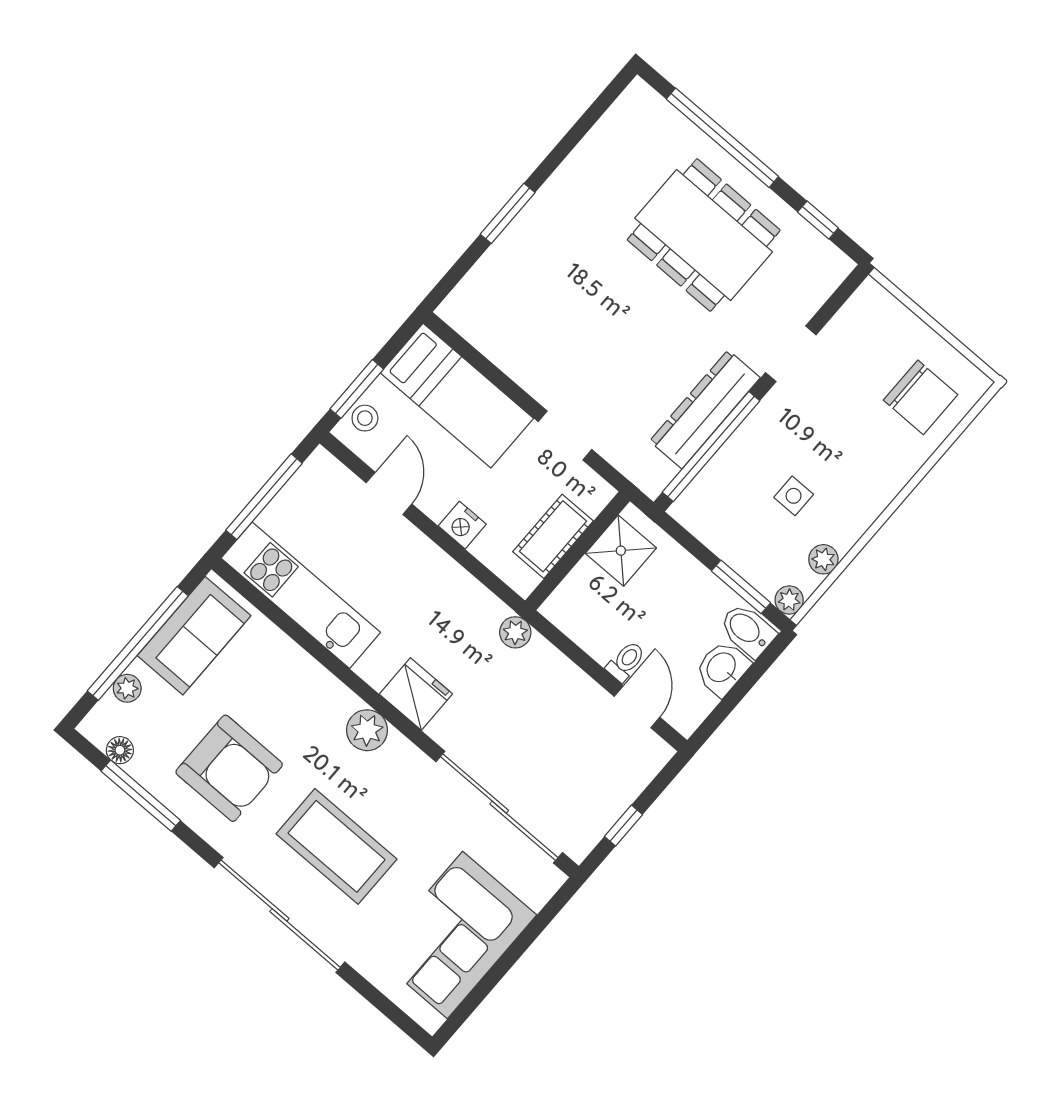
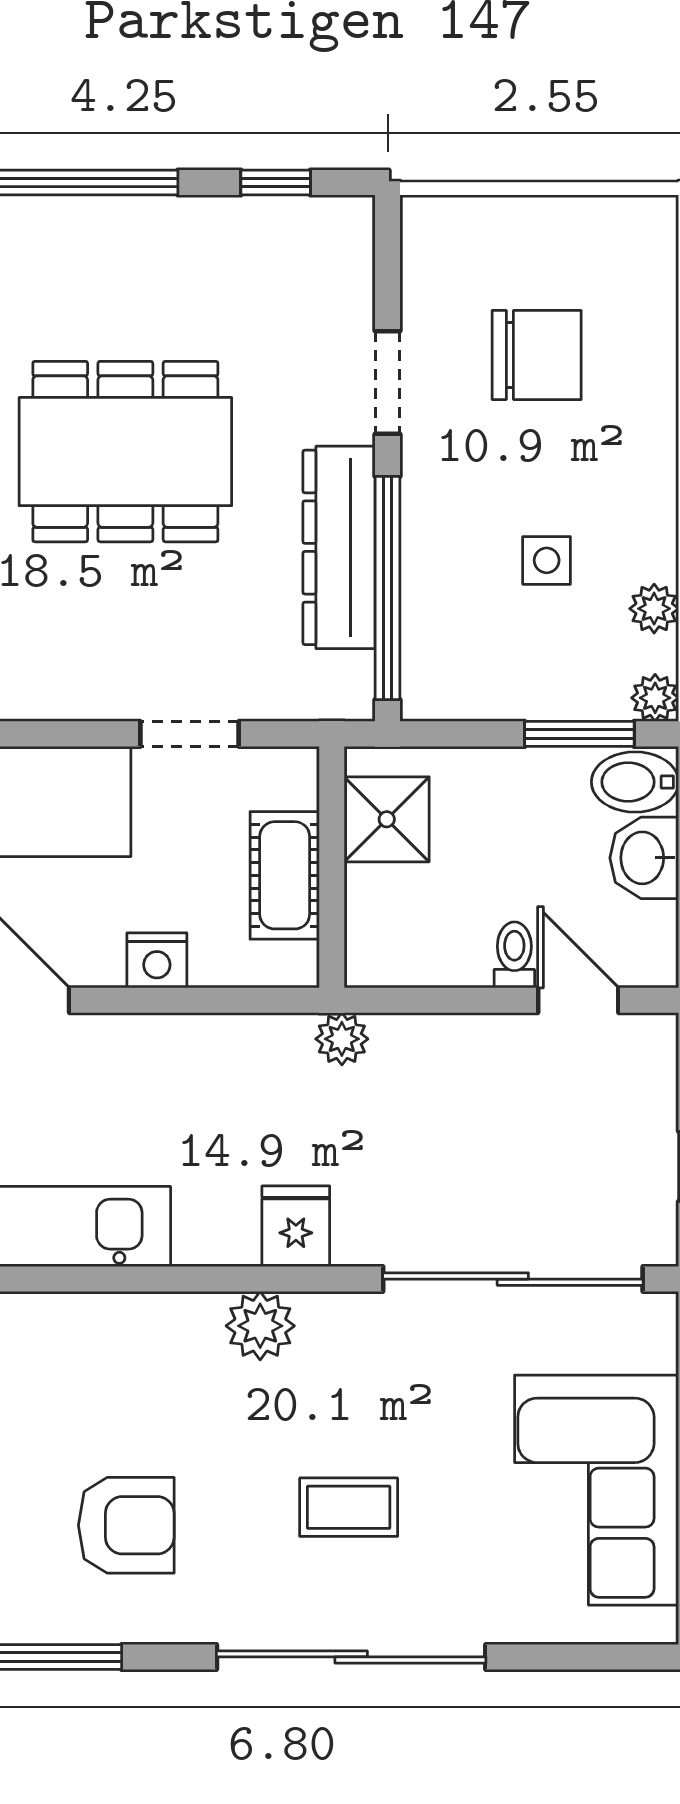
dining table: (704, 235) -> (125, 452), moved
chair: (921, 397) -> (537, 355), moved
fridge: (416, 694) -> (296, 1226), width x0.72
armchair: (229, 768) -> (126, 1525), width x0.73, depth x0.73
coffee table: (336, 846) -> (349, 1507), width x0.54, depth x0.58

